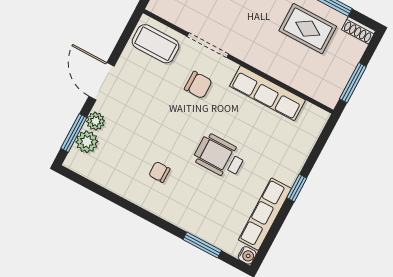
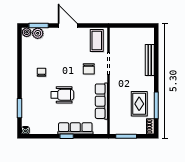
door: (101, 81) -> (68, 26), hinge flipped
plant: (96, 121) -> (27, 32), moved
wheelchair: (219, 156) -> (62, 95), turned 90
row of seats: (265, 214) -> (75, 128), moved

